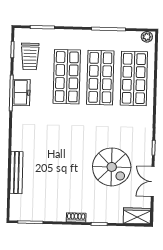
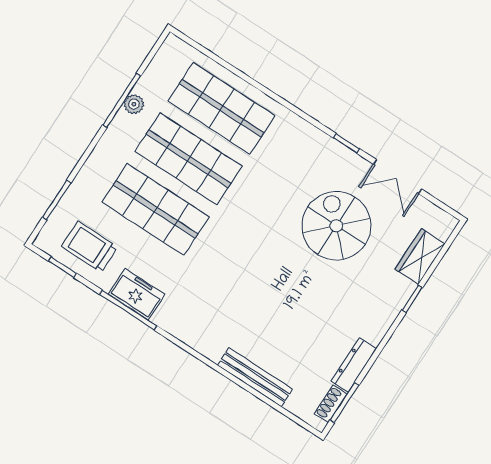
plant: (147, 37) -> (134, 104), moved
trolley: (30, 56) -> (90, 247), turned 180
spiral stairs: (112, 167) -> (336, 226), turned -90
dresser: (51, 216) -> (354, 365), added
wardrobe: (137, 216) -> (420, 257), moved
shoe rack: (76, 217) -> (331, 404), moved

